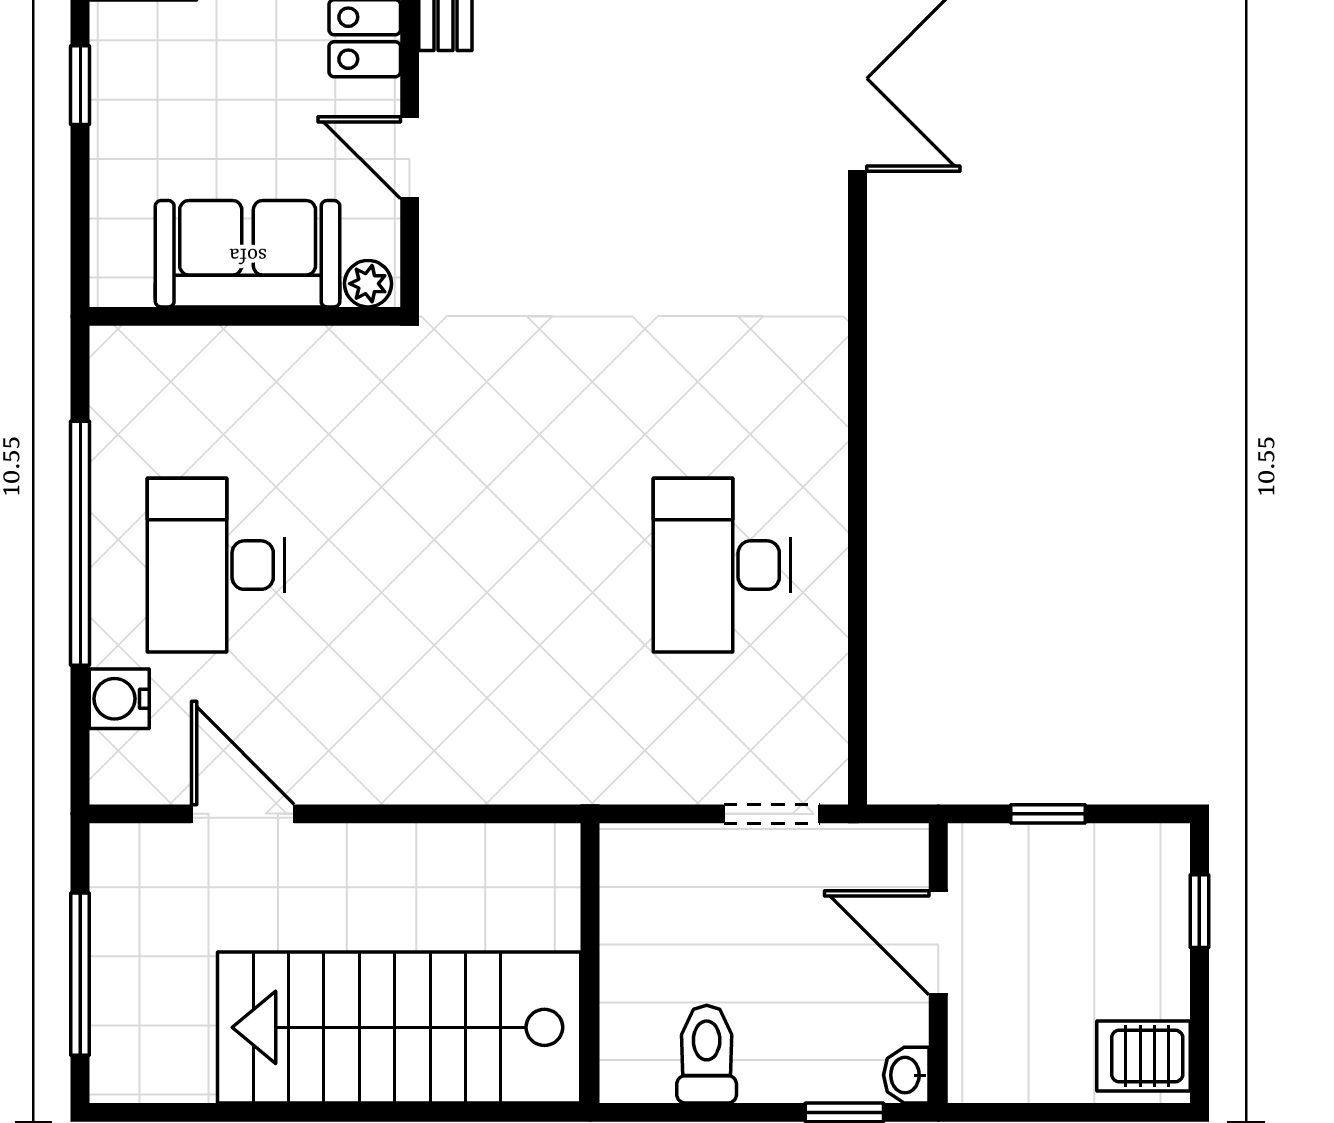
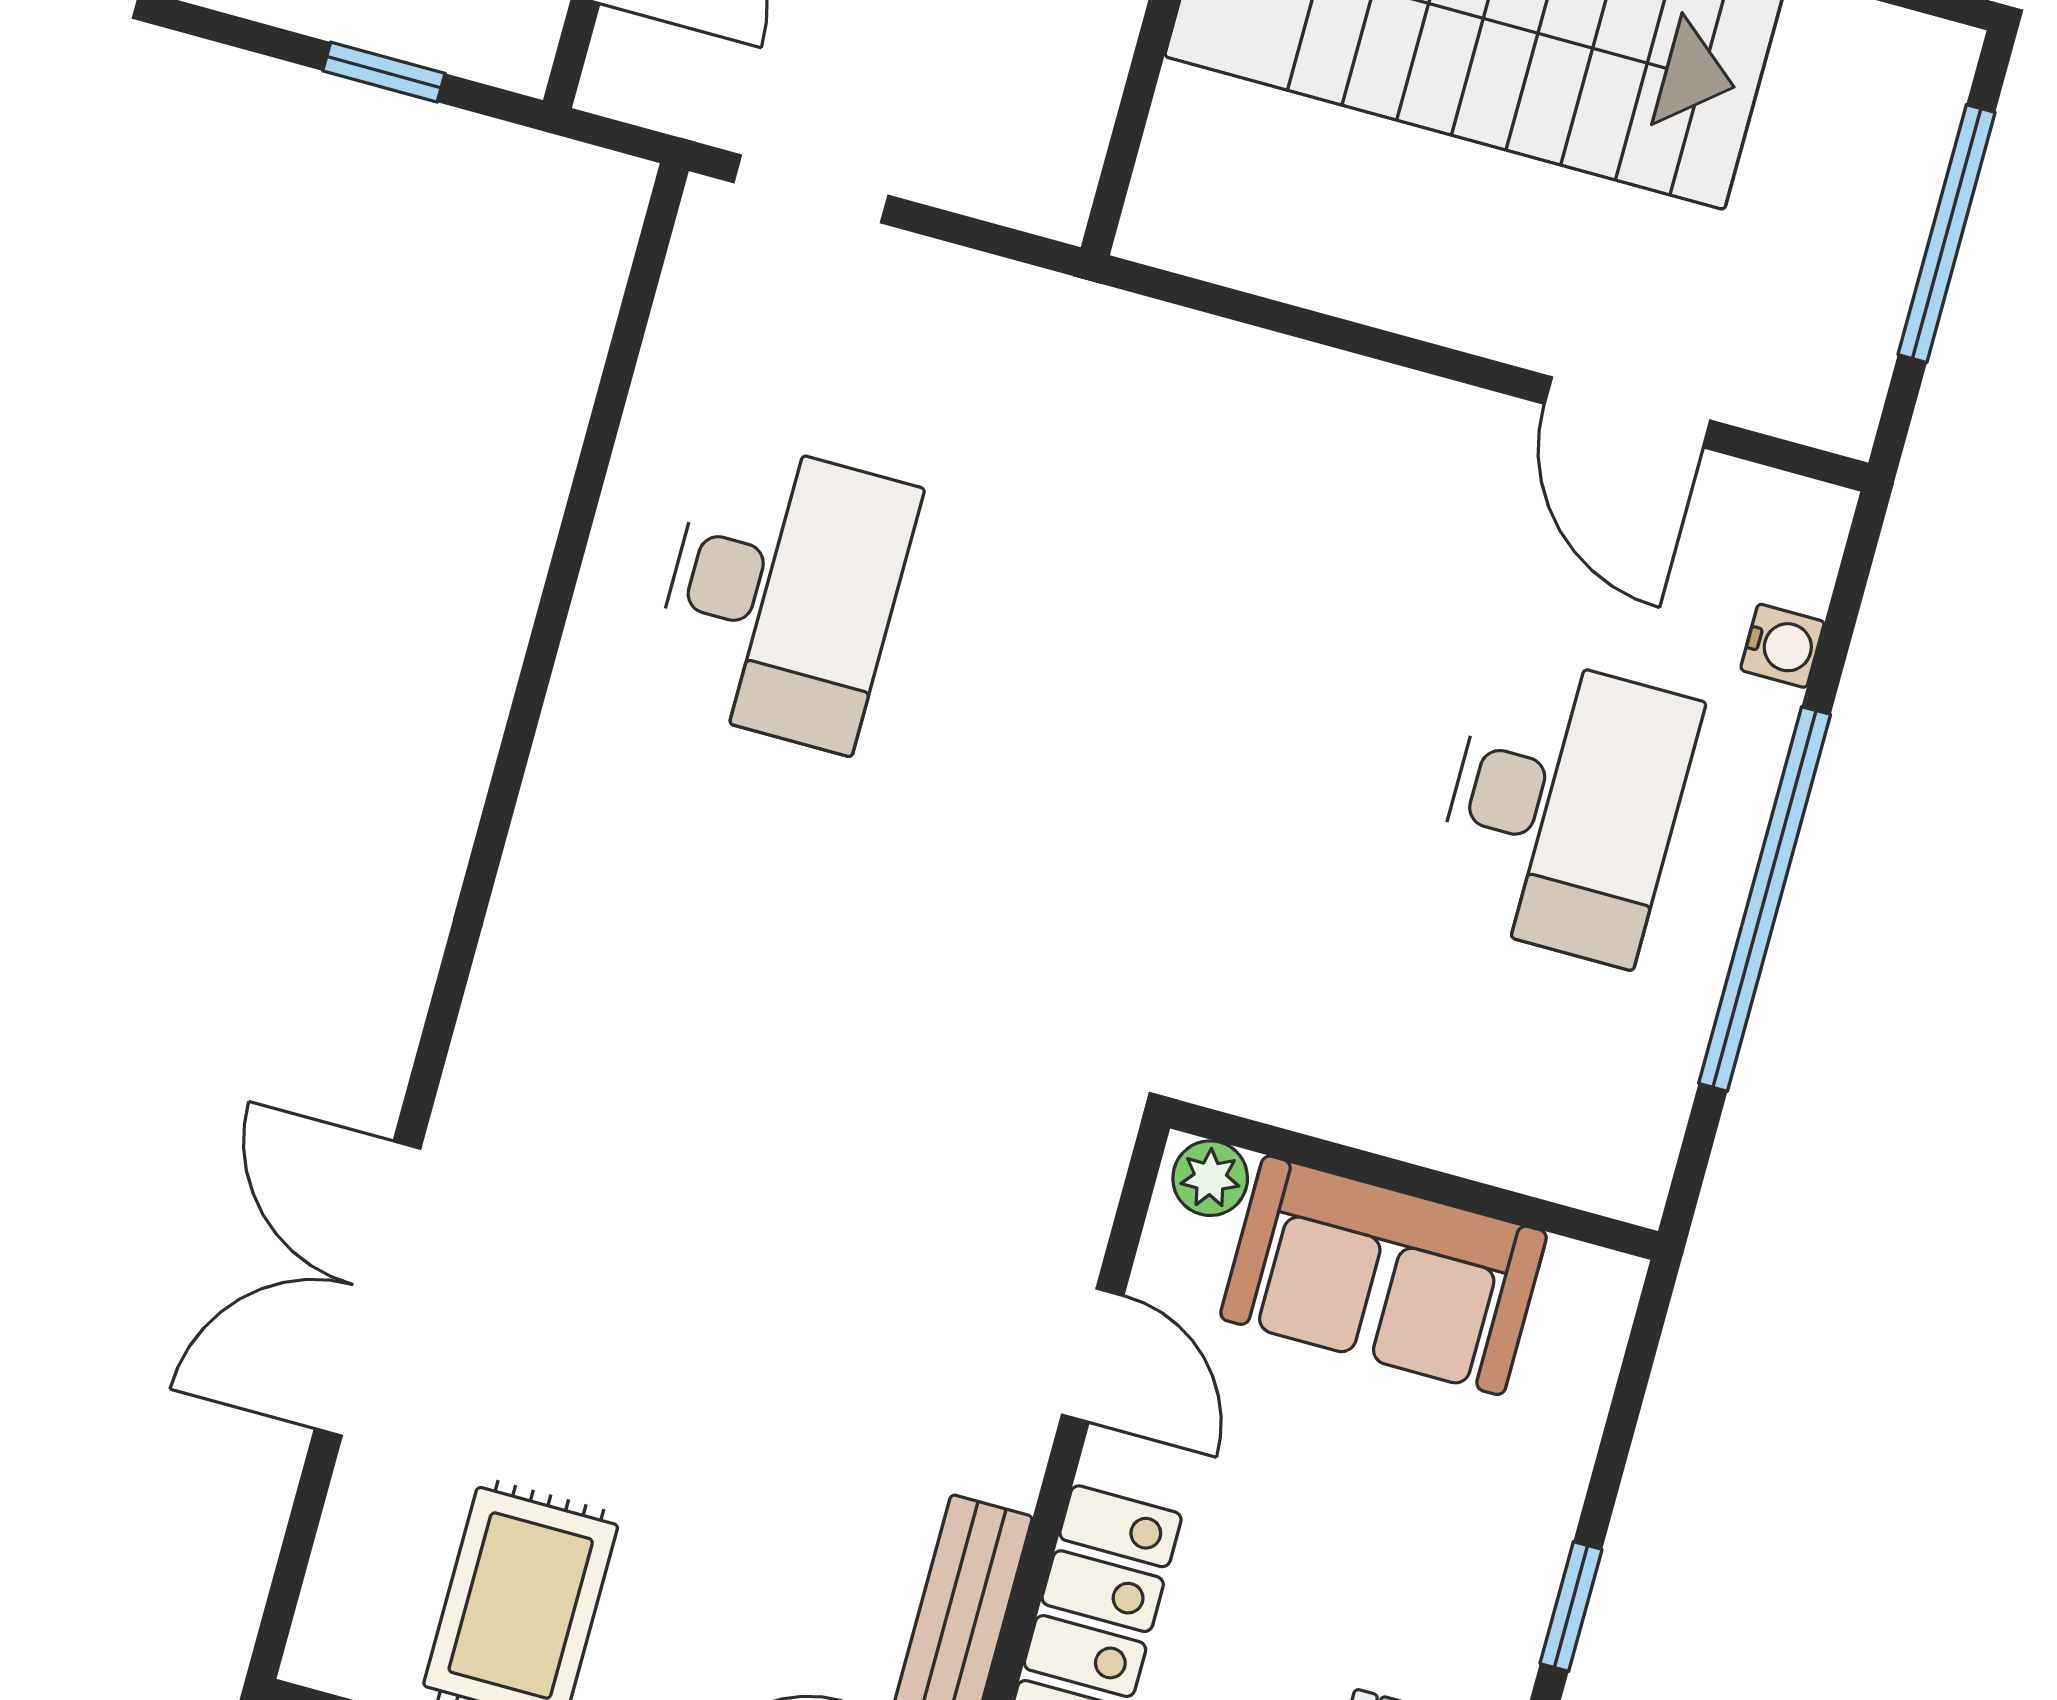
water cooler: (119, 699) -> (1782, 646), width x0.72, depth x0.72

